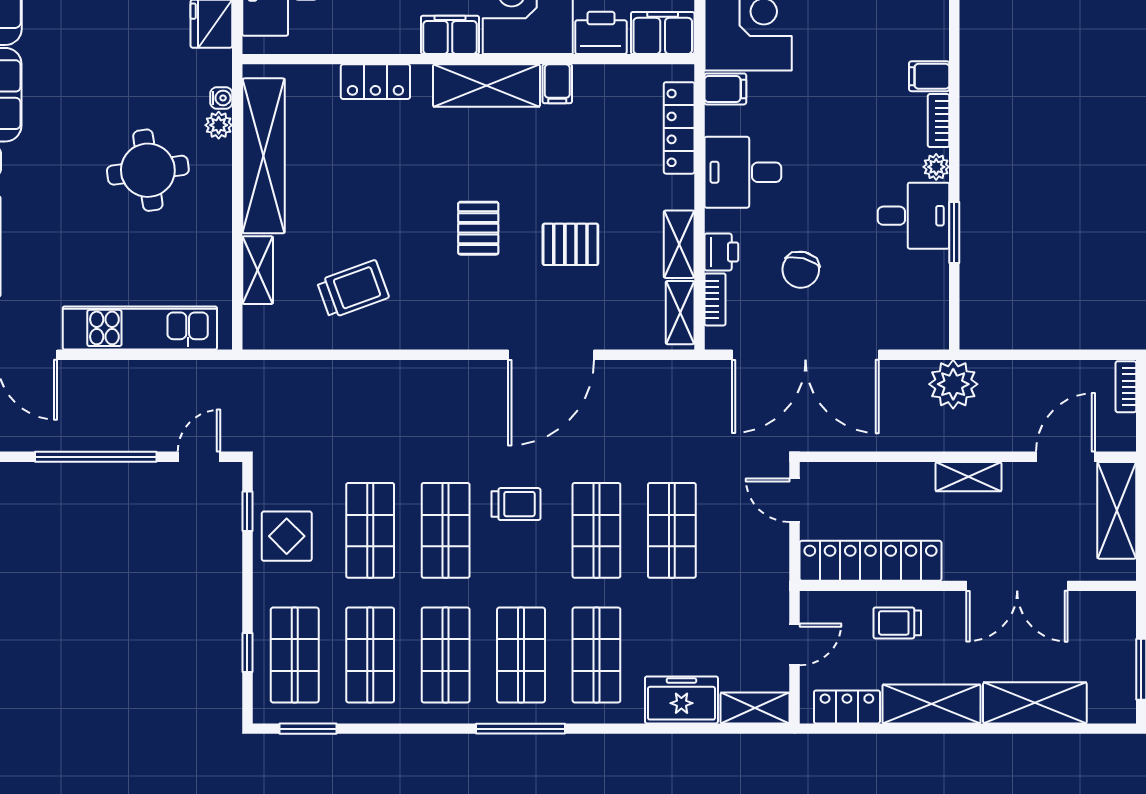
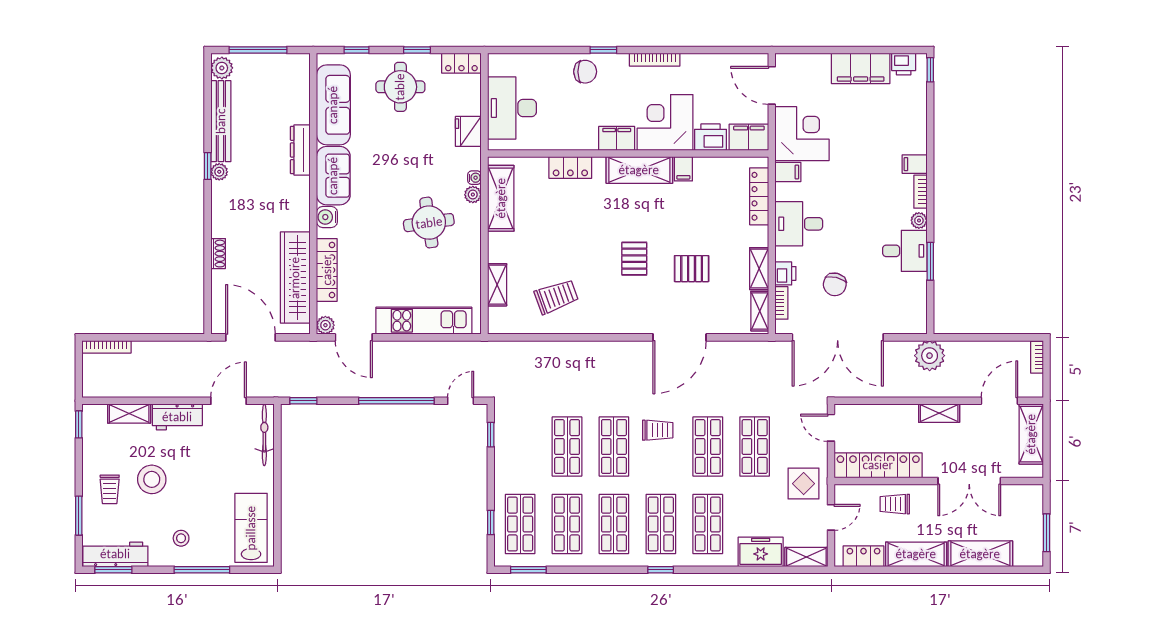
shelving: (264, 156) -> (501, 198), width x0.68
display table: (287, 536) -> (804, 484), moved
window: (521, 729) -> (661, 570), width x0.46

